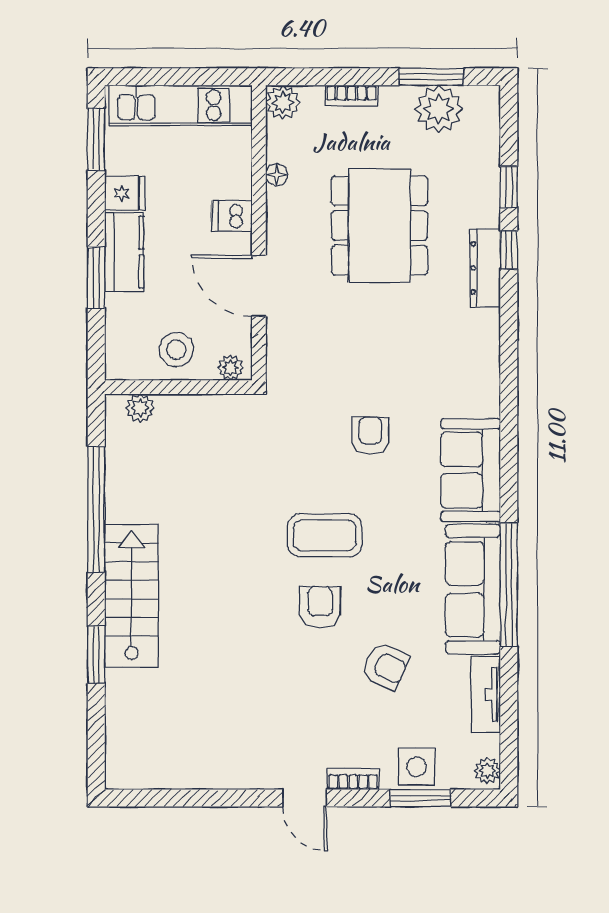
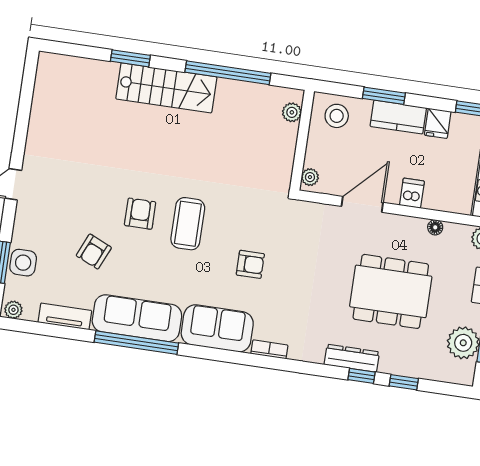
stool: (176, 350) -> (337, 116), moved
armchair: (320, 607) -> (140, 214), turned -90
bookcase: (353, 779) -> (269, 349), moved, turned -90

